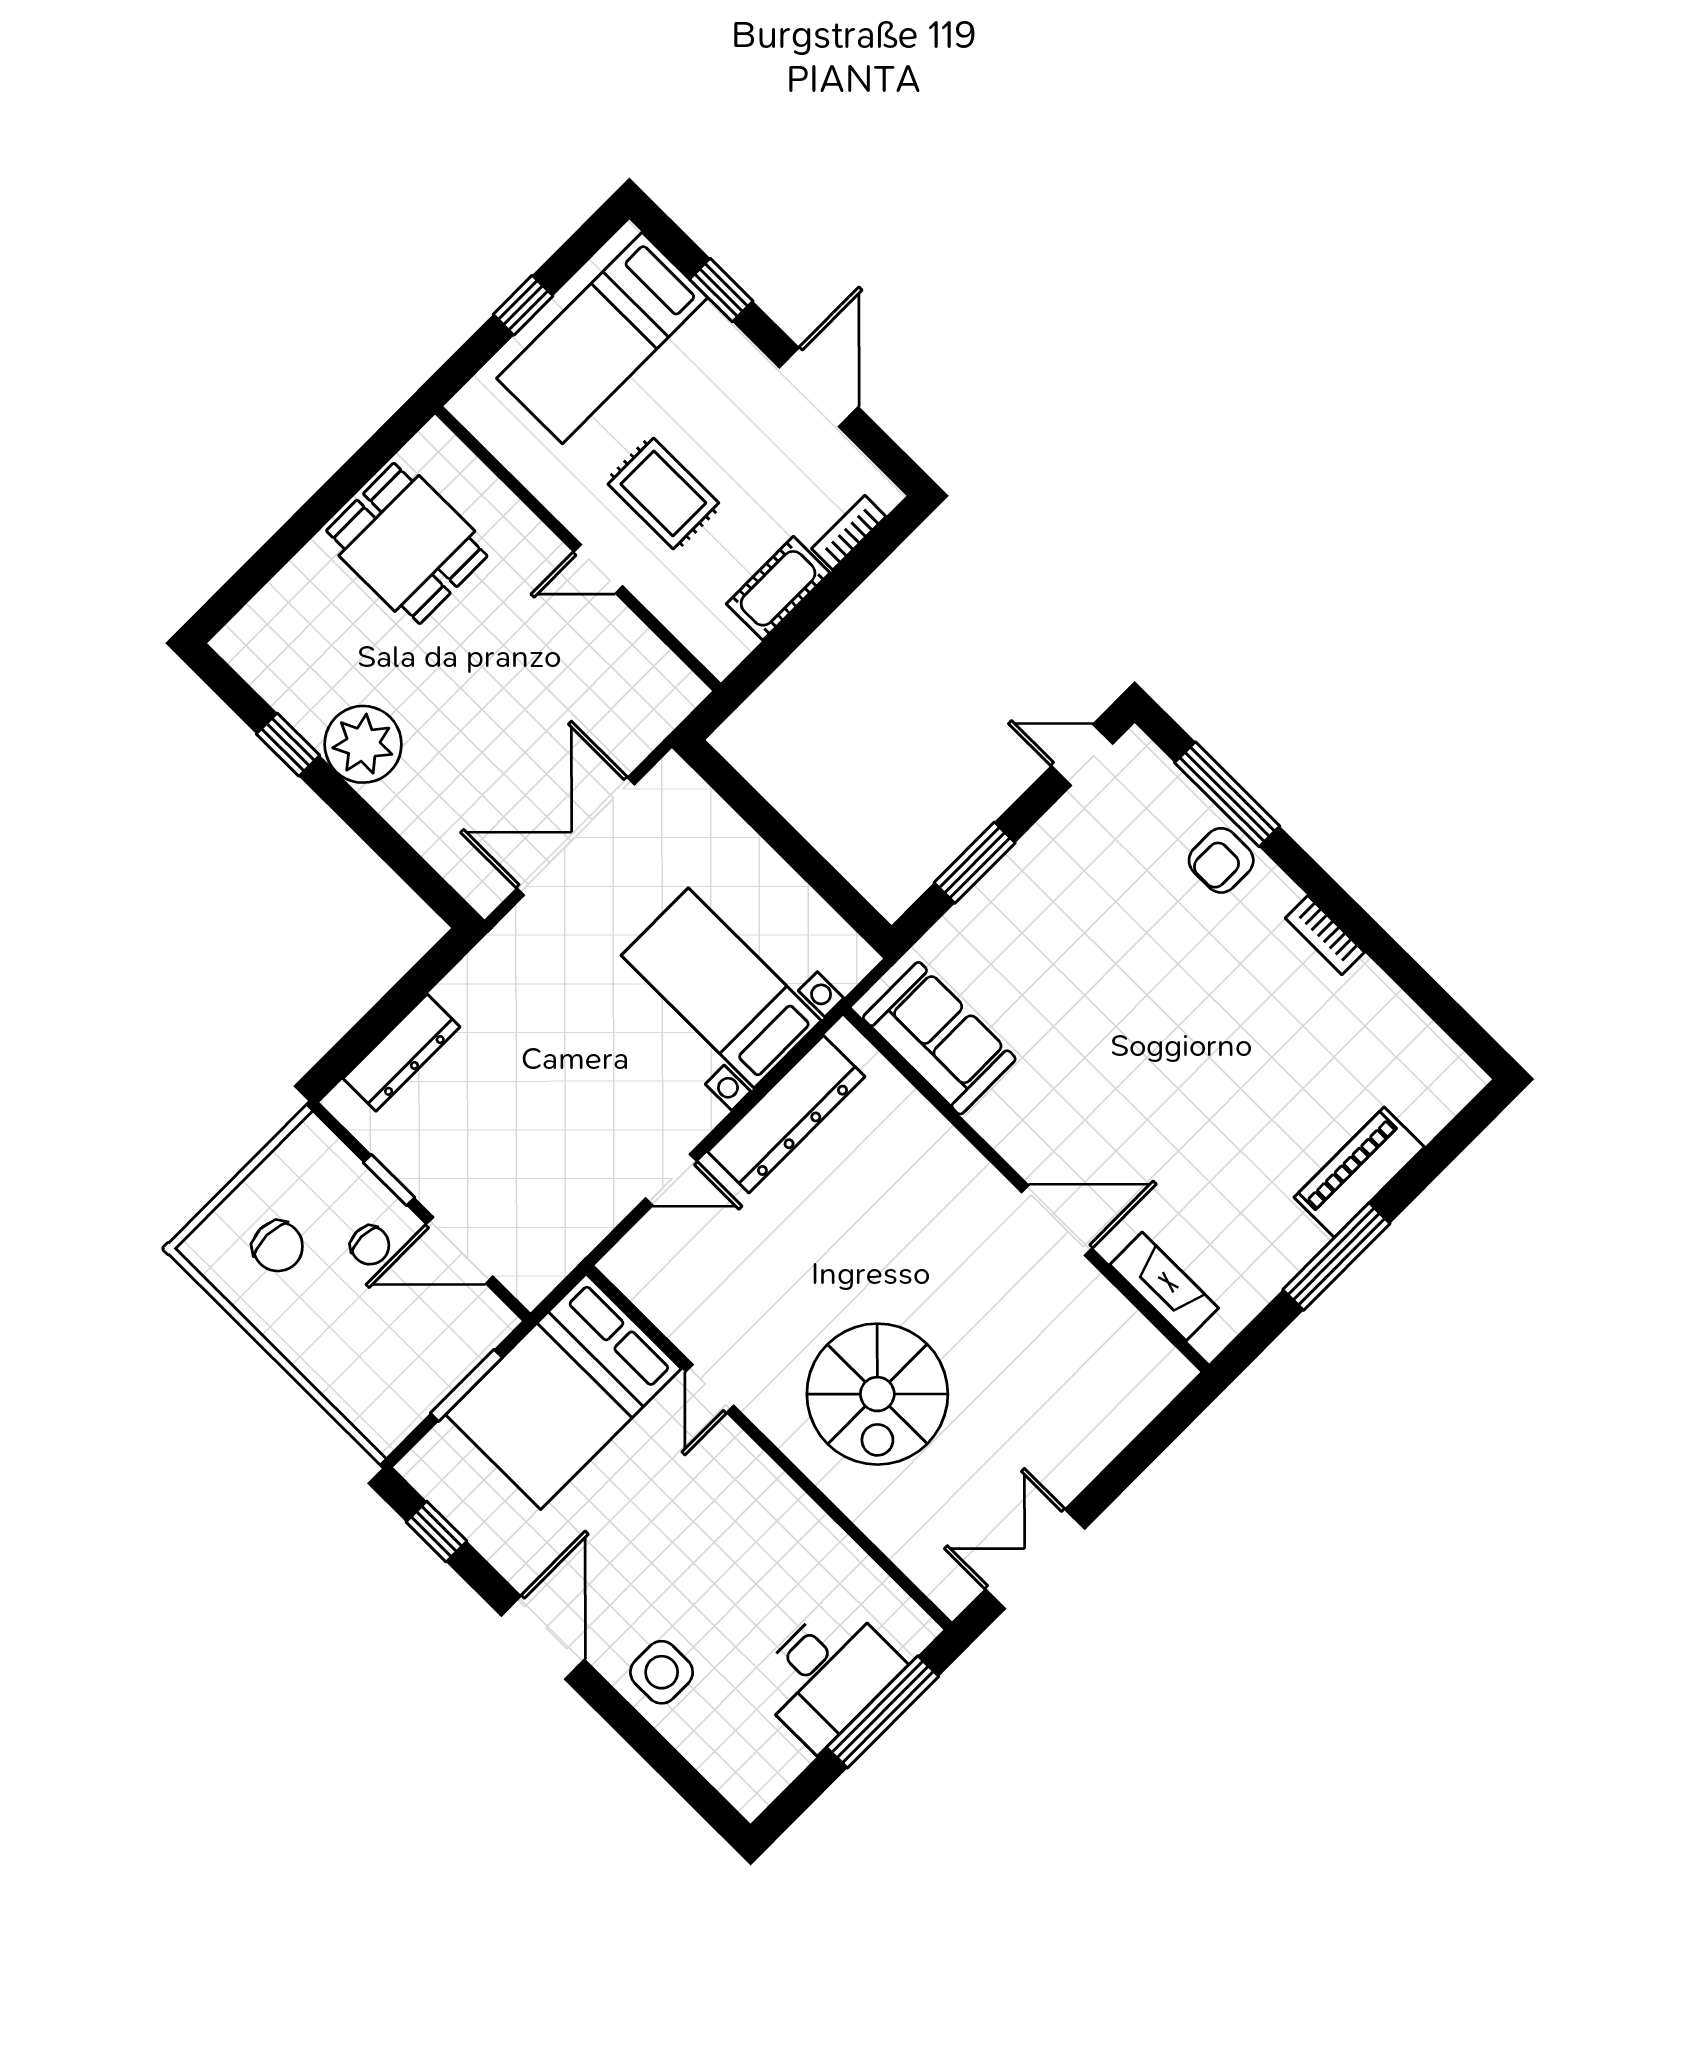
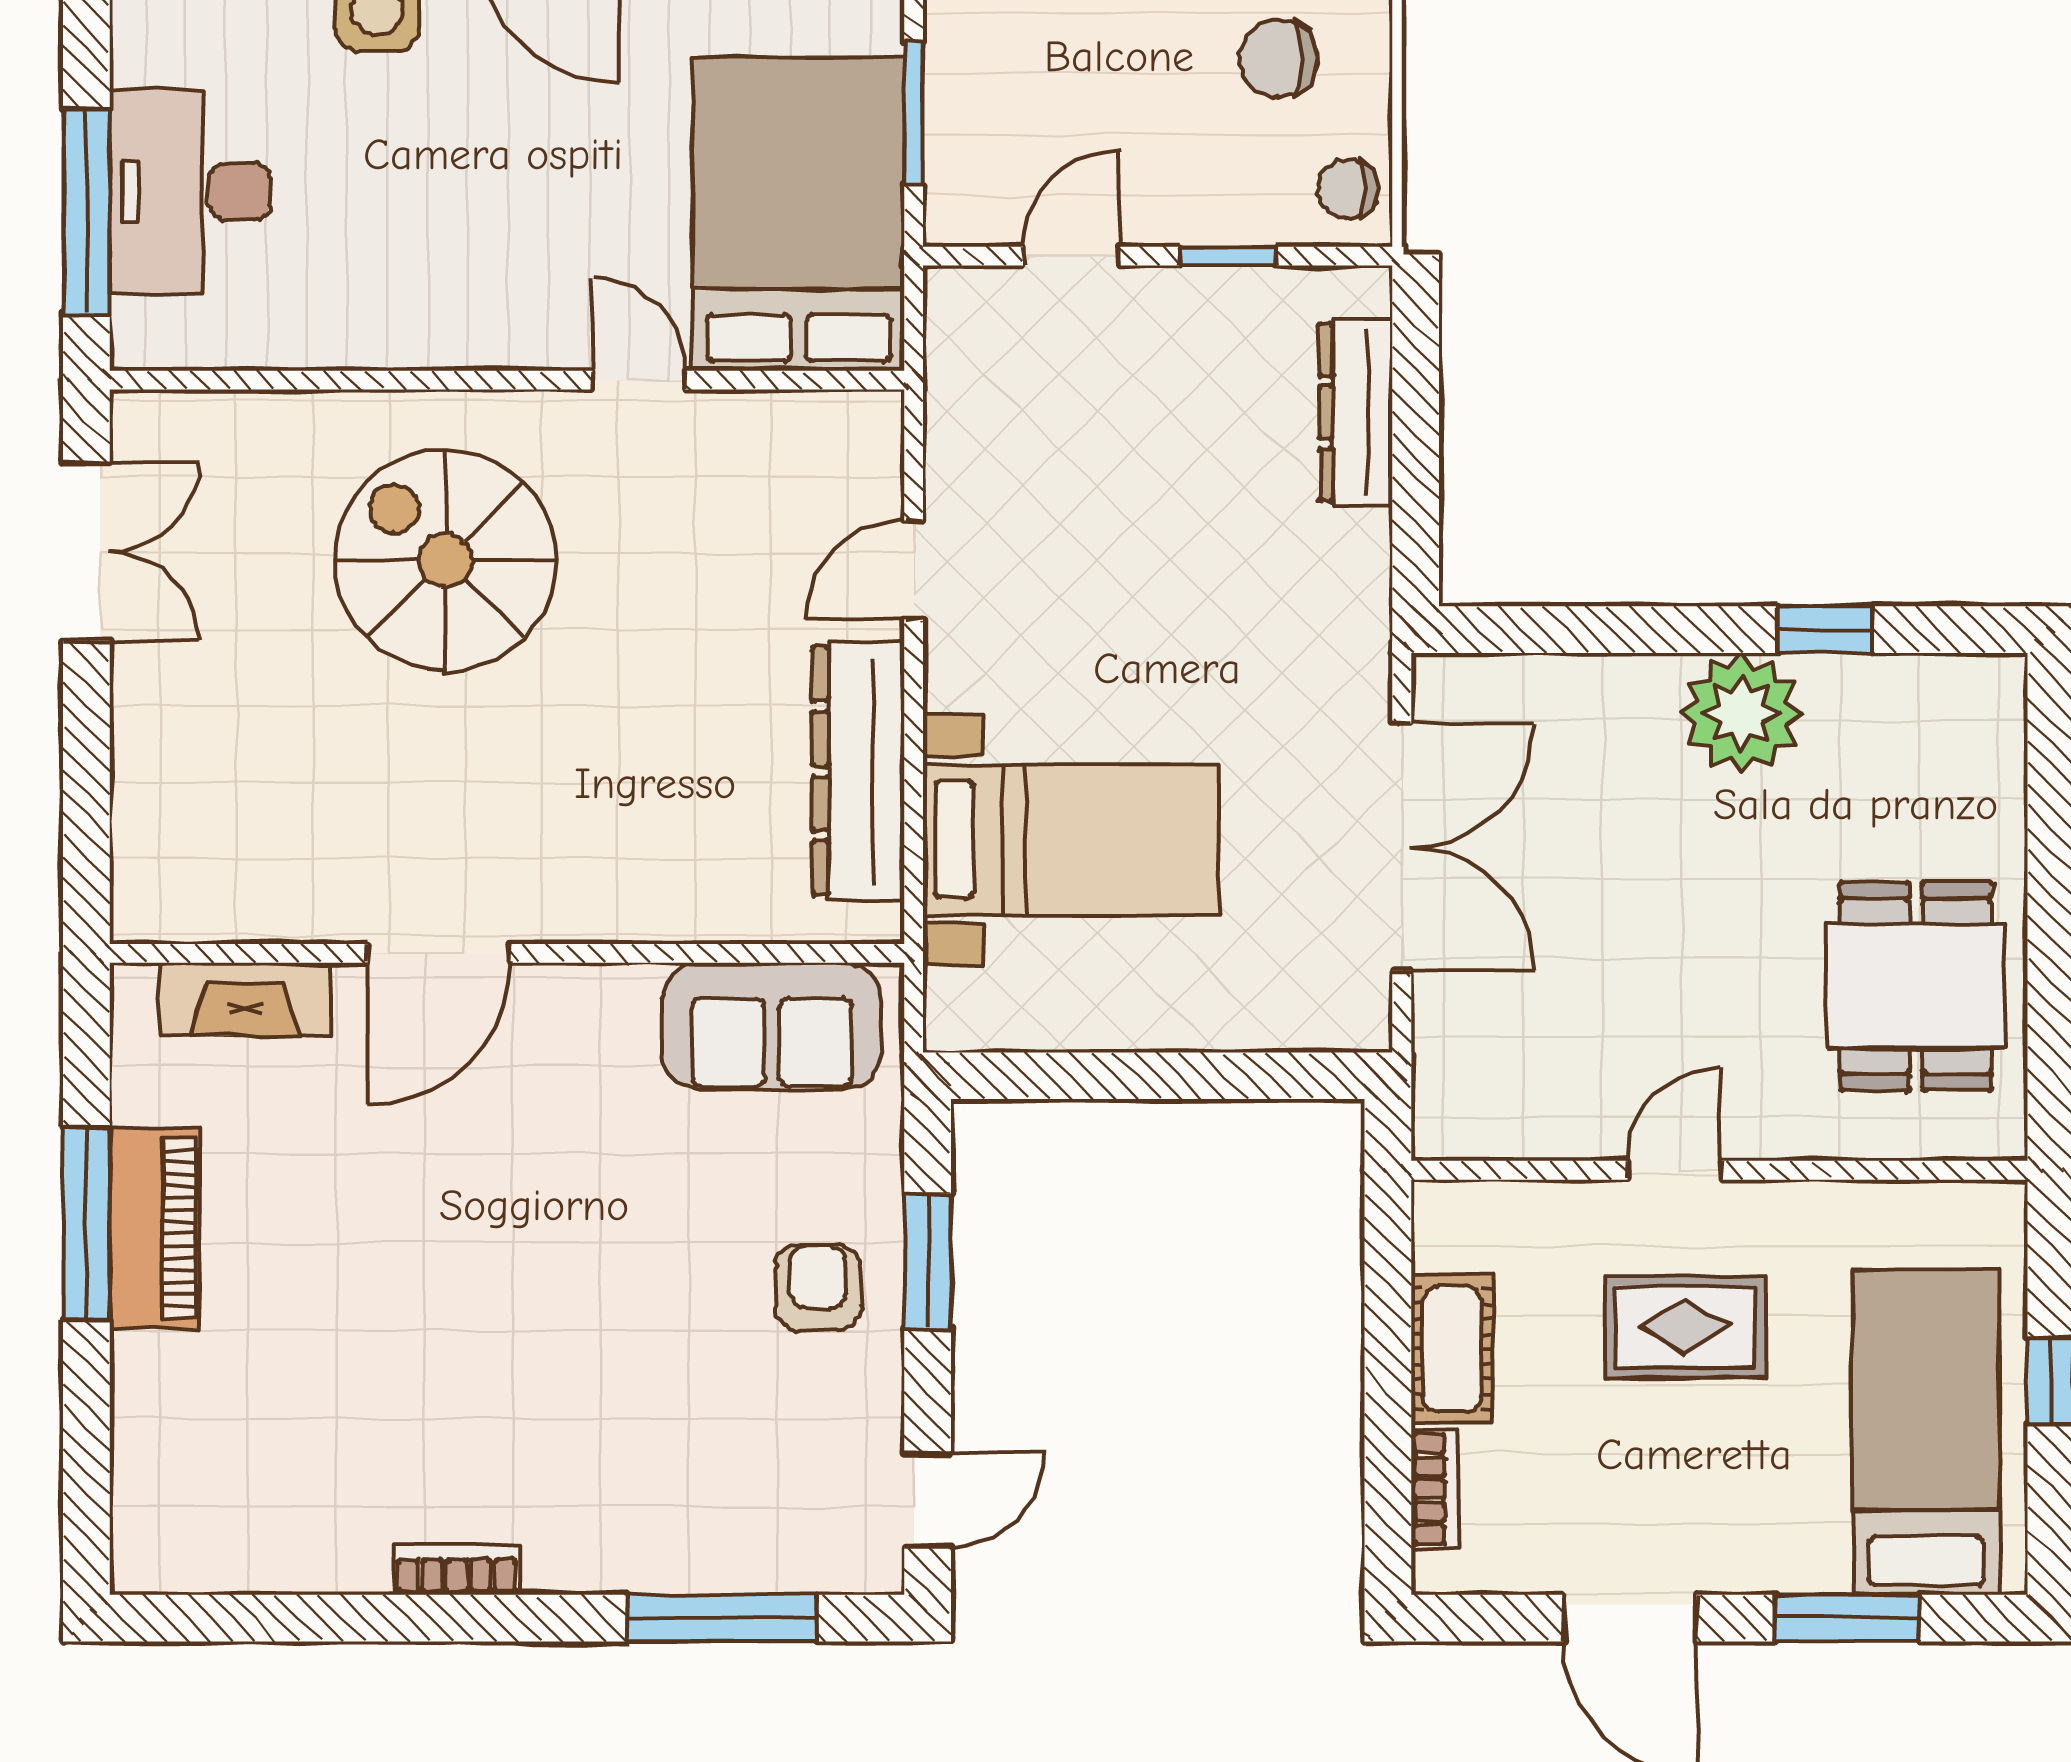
window: (721, 290) -> (1847, 1618), width x1.50
dining table: (407, 543) -> (1916, 986), turned 90
armchair: (1221, 860) -> (818, 1287), moved
piano: (1359, 1172) -> (155, 1228), moved
chair: (370, 1245) -> (1347, 189), moved
door: (460, 1250) -> (1071, 256), width x0.73

